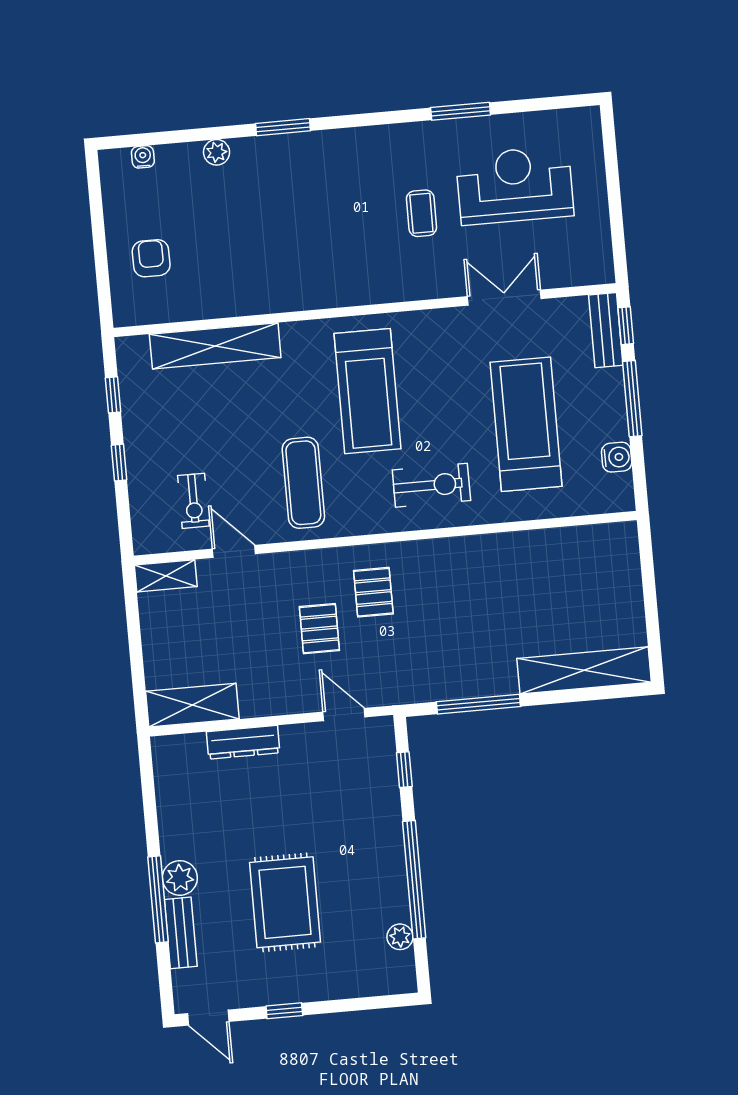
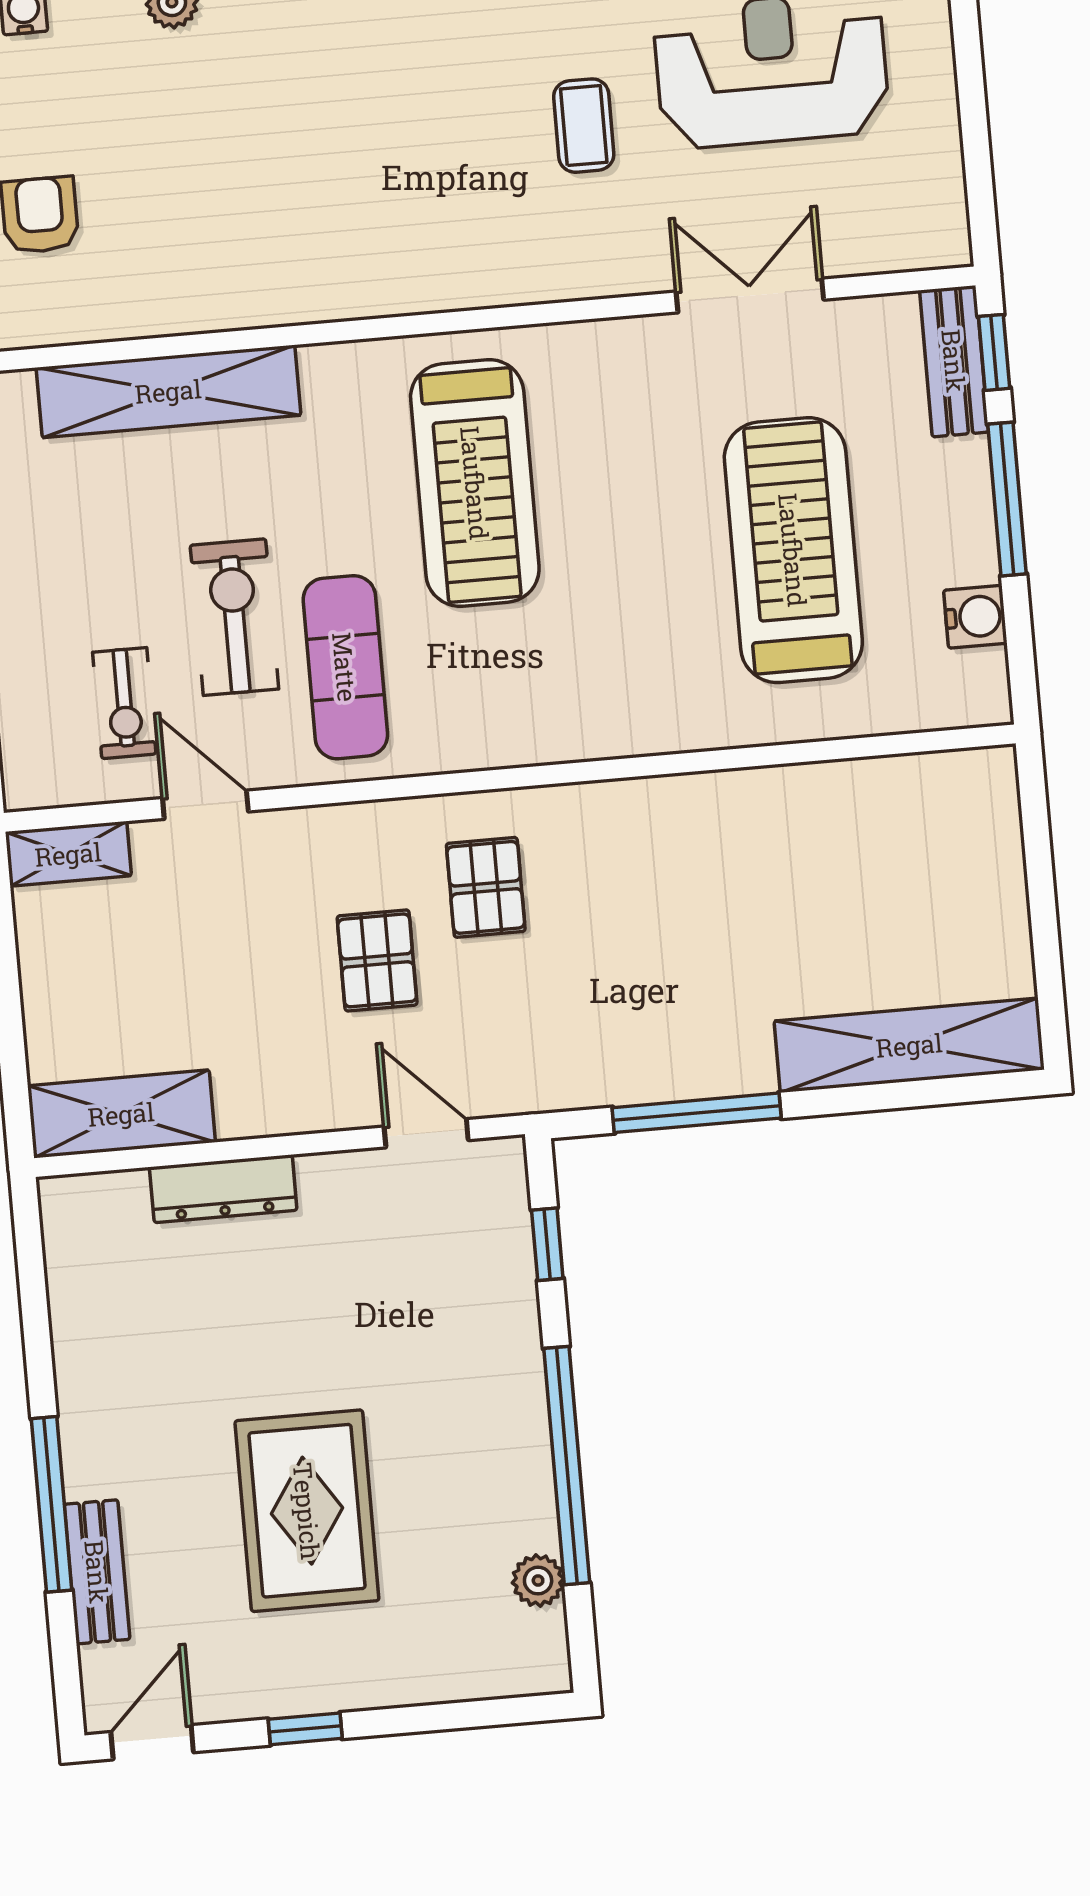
exercise bike: (431, 485) -> (234, 617), moved, turned -90
plant: (180, 878) -> (96, 1461), removed
door: (208, 1018) -> (152, 1742), swing flipped

